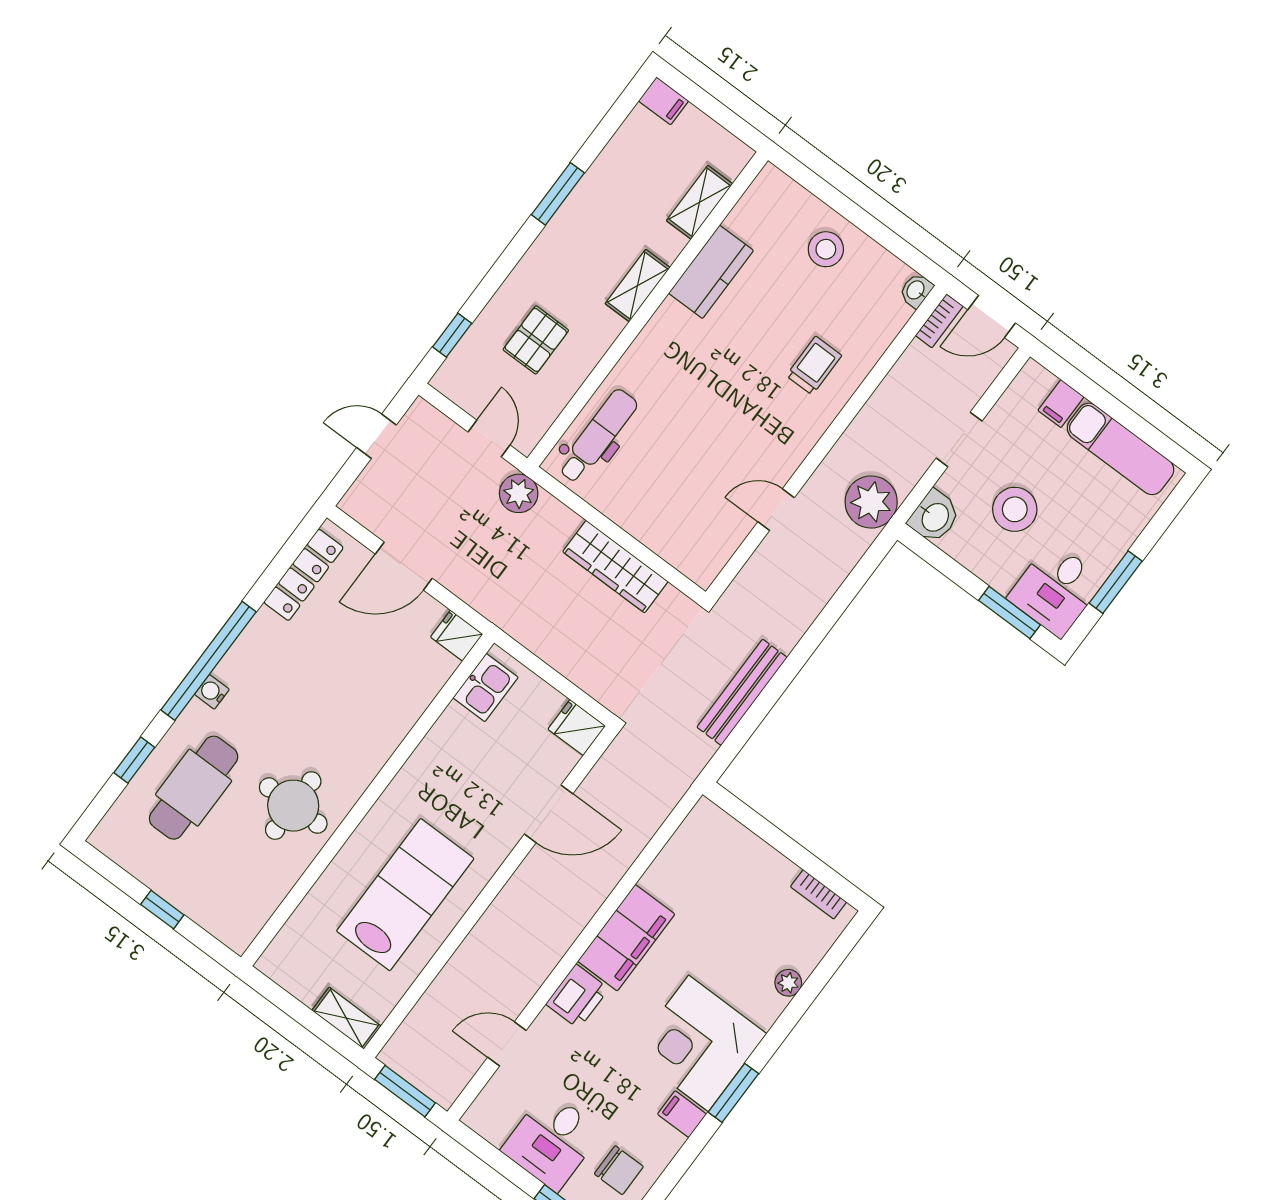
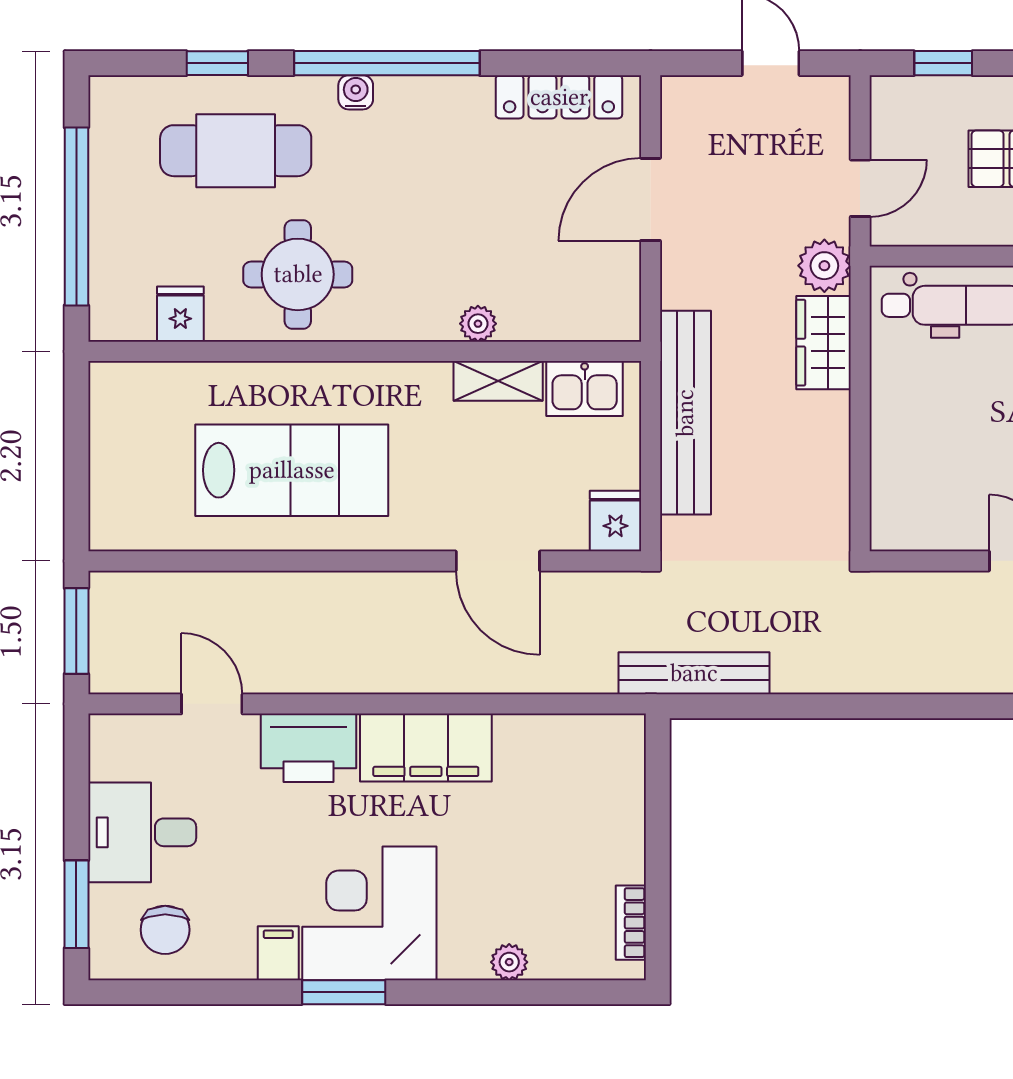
door: (404, 566) -> (651, 199), hinge flipped
wardrobe: (615, 567) -> (824, 343), moved, width x0.67
fridge: (457, 636) -> (180, 314), moved
bench: (544, 639) -> (685, 413), added
bench: (742, 692) -> (694, 673), moved
plant: (401, 722) -> (478, 324), added
window: (162, 910) -> (76, 216), width x3.17
printer: (577, 996) -> (308, 748), width x1.37, depth x1.19
shelving: (346, 1018) -> (498, 381), moved, turned 90

